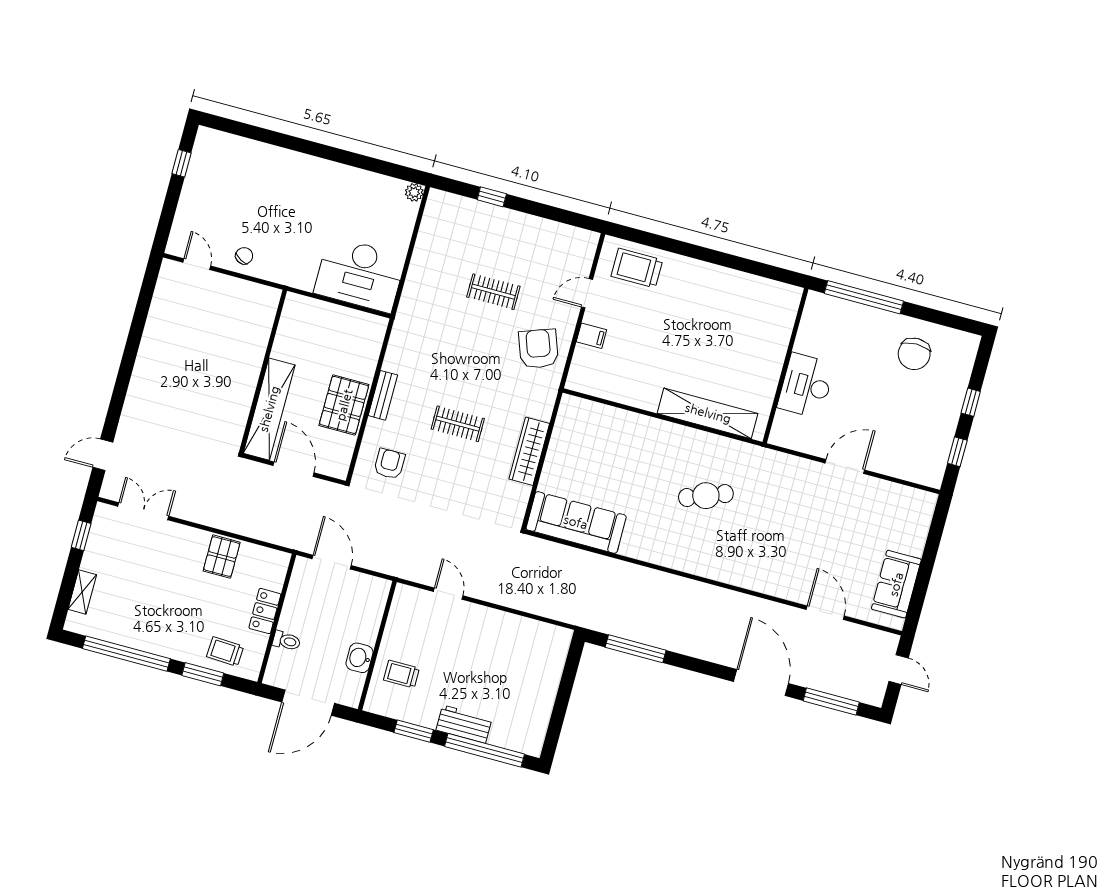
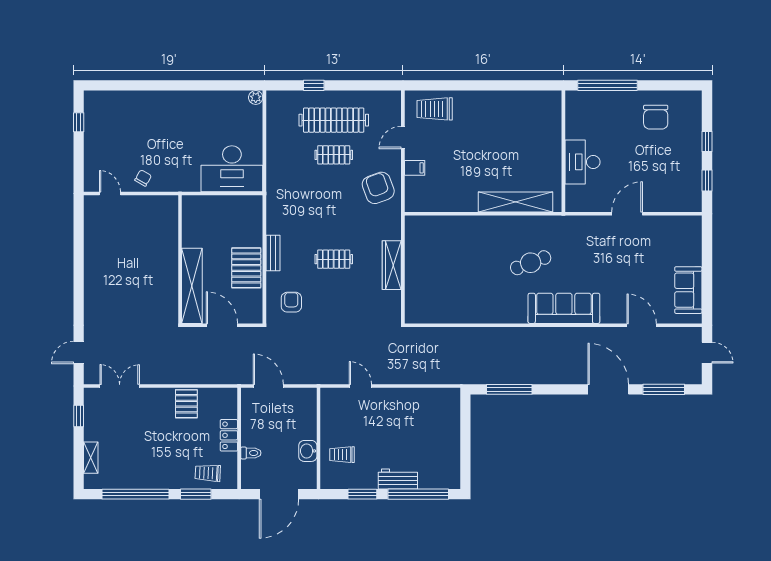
clothes rail: (505, 248) -> (334, 120), added
sofa: (576, 522) -> (564, 308), moved

